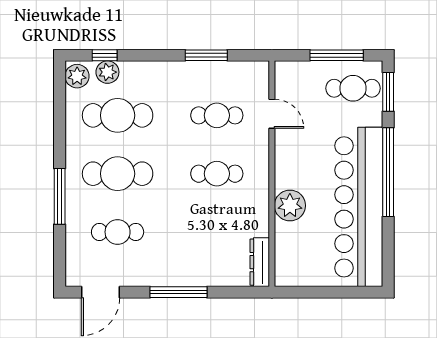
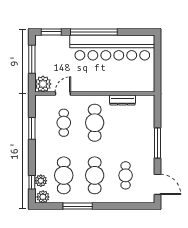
cafe table: (353, 88) -> (49, 51), removed
cafe table: (217, 174) -> (95, 123), width x1.37, depth x1.35
window: (60, 196) -> (78, 206), moved
plant: (290, 206) -> (43, 84), moved
dresser: (260, 262) -> (122, 100), moved

